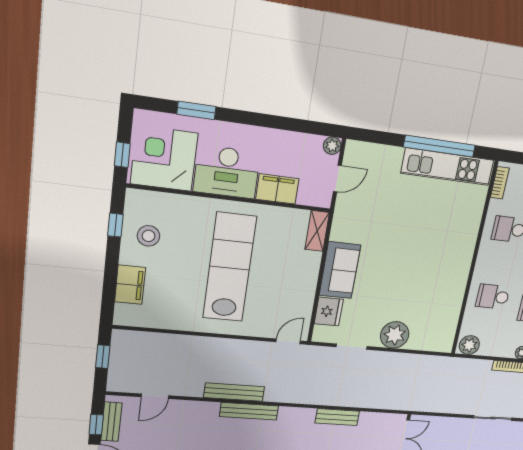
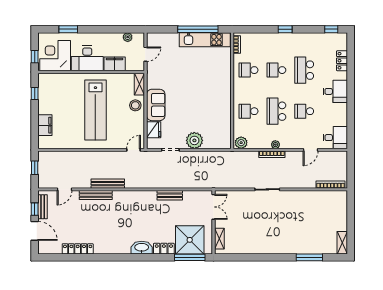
plant: (332, 146) -> (128, 37), moved
stool: (148, 236) -> (135, 105), moved
lab bench: (230, 268) -> (95, 110), turned 180
bench: (249, 411) -> (96, 195), moved

